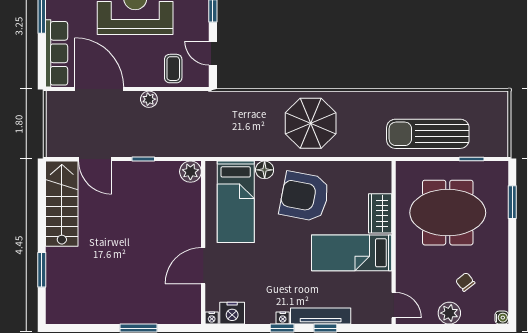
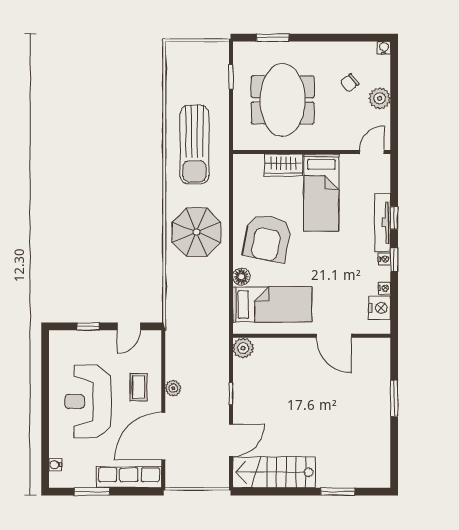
coffee table: (173, 69) -> (139, 387), moved, turned 90
sun lounger: (428, 134) -> (195, 145), moved
nightstand: (212, 318) -> (384, 288), moved

